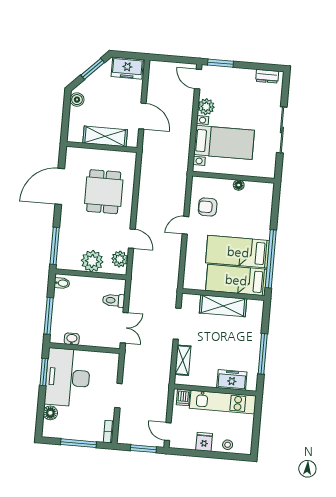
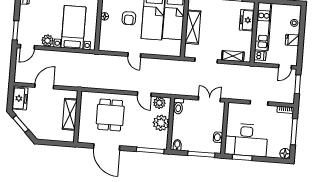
boiler: (77, 100) -> (43, 135), removed
door: (142, 116) -> (44, 86), moved
dining table: (104, 192) -> (110, 115), turned 90
armchair: (208, 207) -> (129, 18), moved
door: (132, 239) -> (144, 94), swing flipped
toilet: (114, 300) -> (178, 106), moved
floor lamp: (50, 413) -> (285, 153), moved

